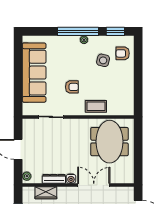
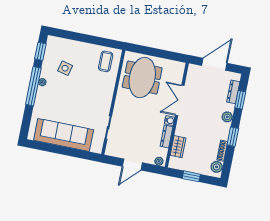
armchair: (123, 53) -> (62, 49), removed
armchair: (72, 87) -> (84, 102), removed
coffee table: (96, 106) -> (106, 61), moved
meeting table: (109, 142) -> (142, 78), turned 90

